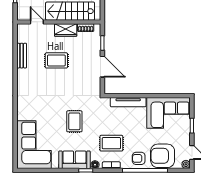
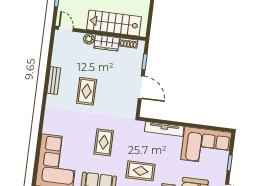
door: (37, 22) -> (66, 29), moved
plant: (49, 29) -> (89, 39), added
bench: (22, 56) -> (54, 81), moved
rug: (56, 60) -> (87, 91), moved, turned 90

